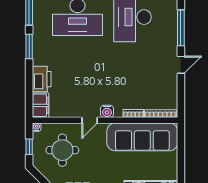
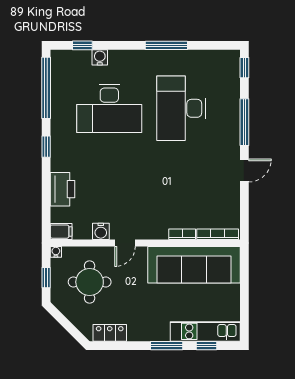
window: (29, 47) -> (46, 147), width x0.67
filing cabinet: (41, 105) -> (61, 232), width x0.50
water cooler: (107, 111) -> (101, 231), moved

